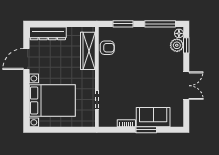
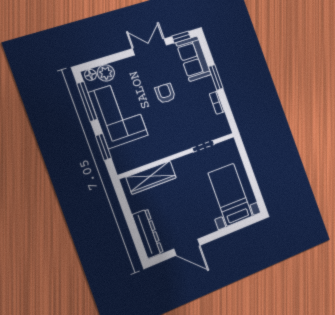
corner sofa: (143, 43) -> (118, 114), added
window: (186, 45) -> (181, 37), moved
armchair: (107, 48) -> (165, 93), moved
bed with nightstands: (52, 100) -> (230, 195), width x0.73
sofa: (153, 117) -> (193, 59), moved

